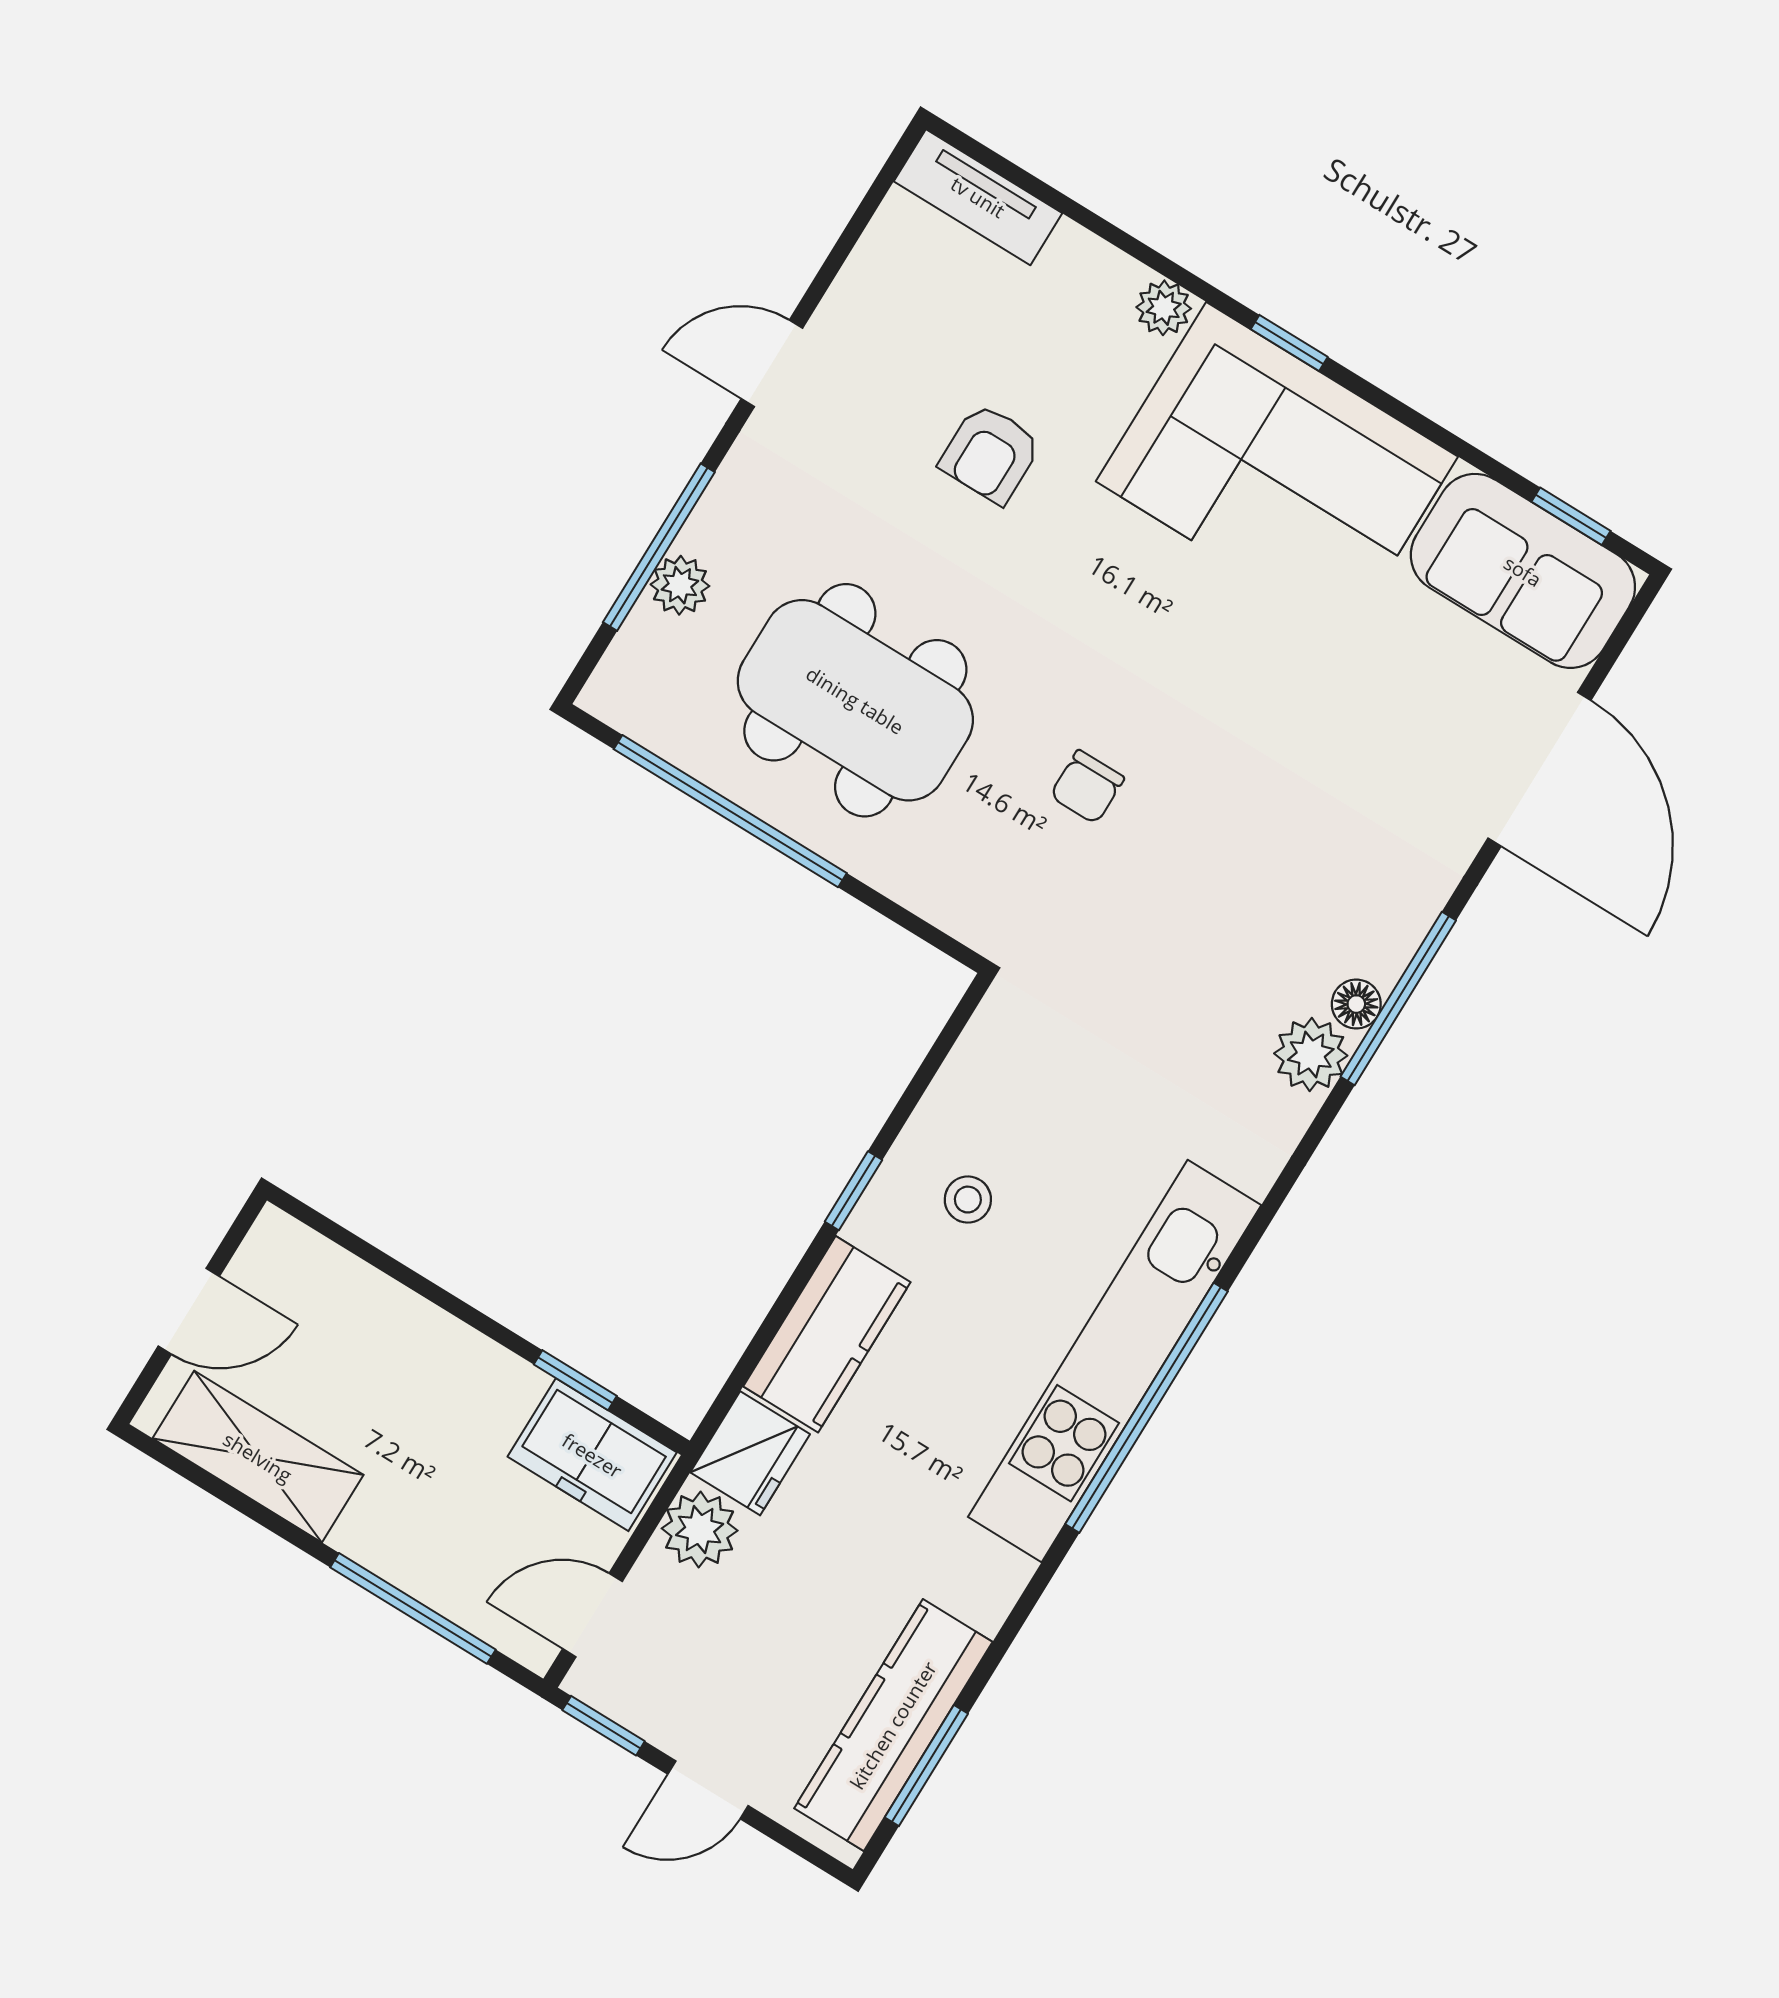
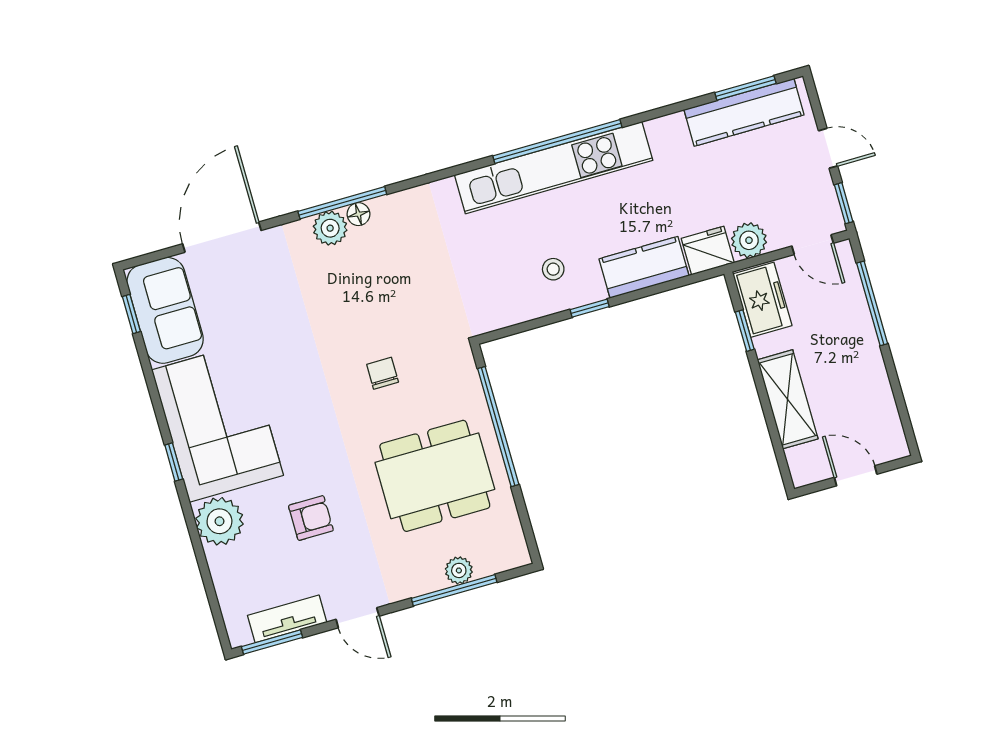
tv unit: (978, 197) -> (287, 619), moved, turned -90
window: (872, 201) -> (272, 642), added
plant: (1164, 308) -> (219, 521), width x1.87, depth x1.87
dining table: (855, 700) -> (435, 476), turned 90
chair: (1087, 787) -> (383, 373), turned -90
window: (730, 811) -> (498, 427), moved
plant: (1311, 1055) -> (330, 228), moved
shelving: (258, 1457) -> (788, 399), moved

